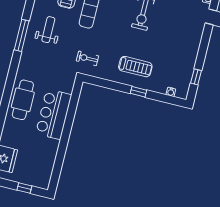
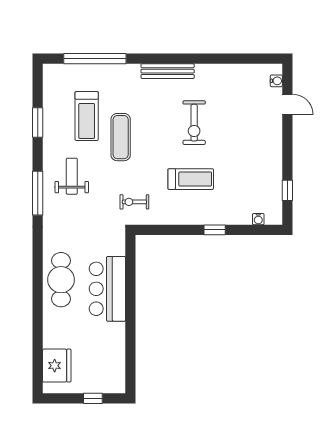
treadmill: (135, 67) -> (191, 179), moved

